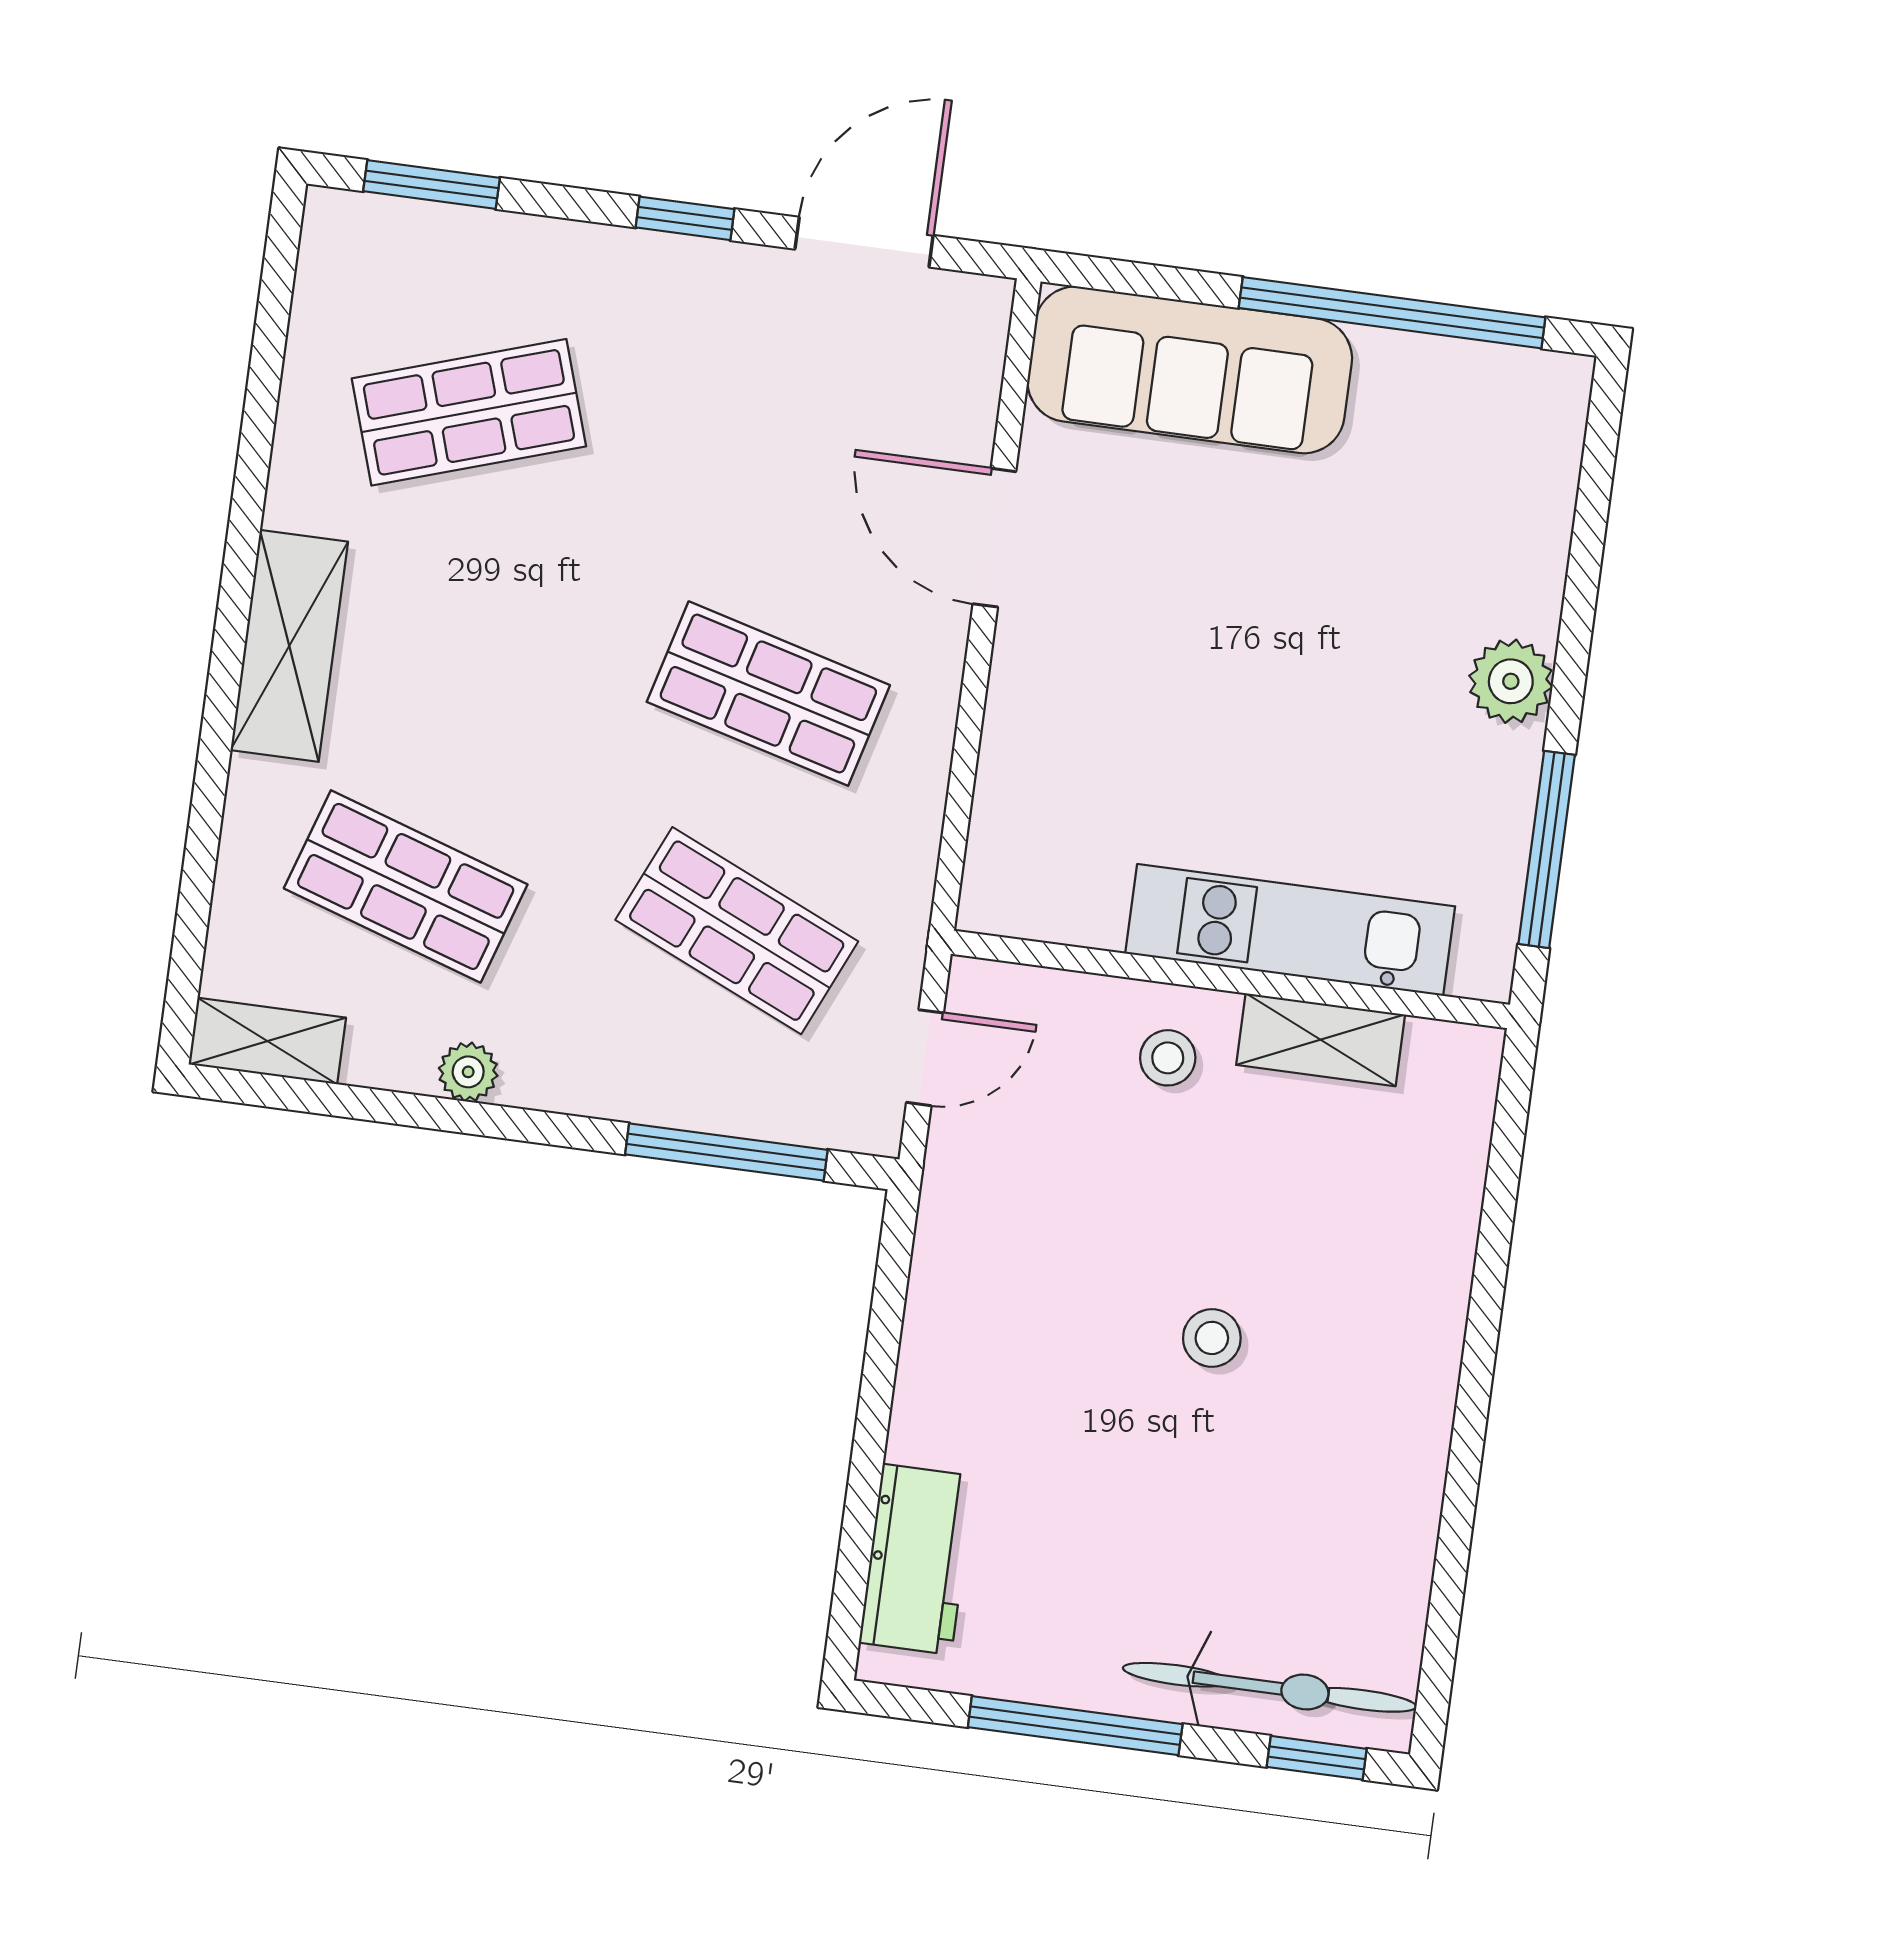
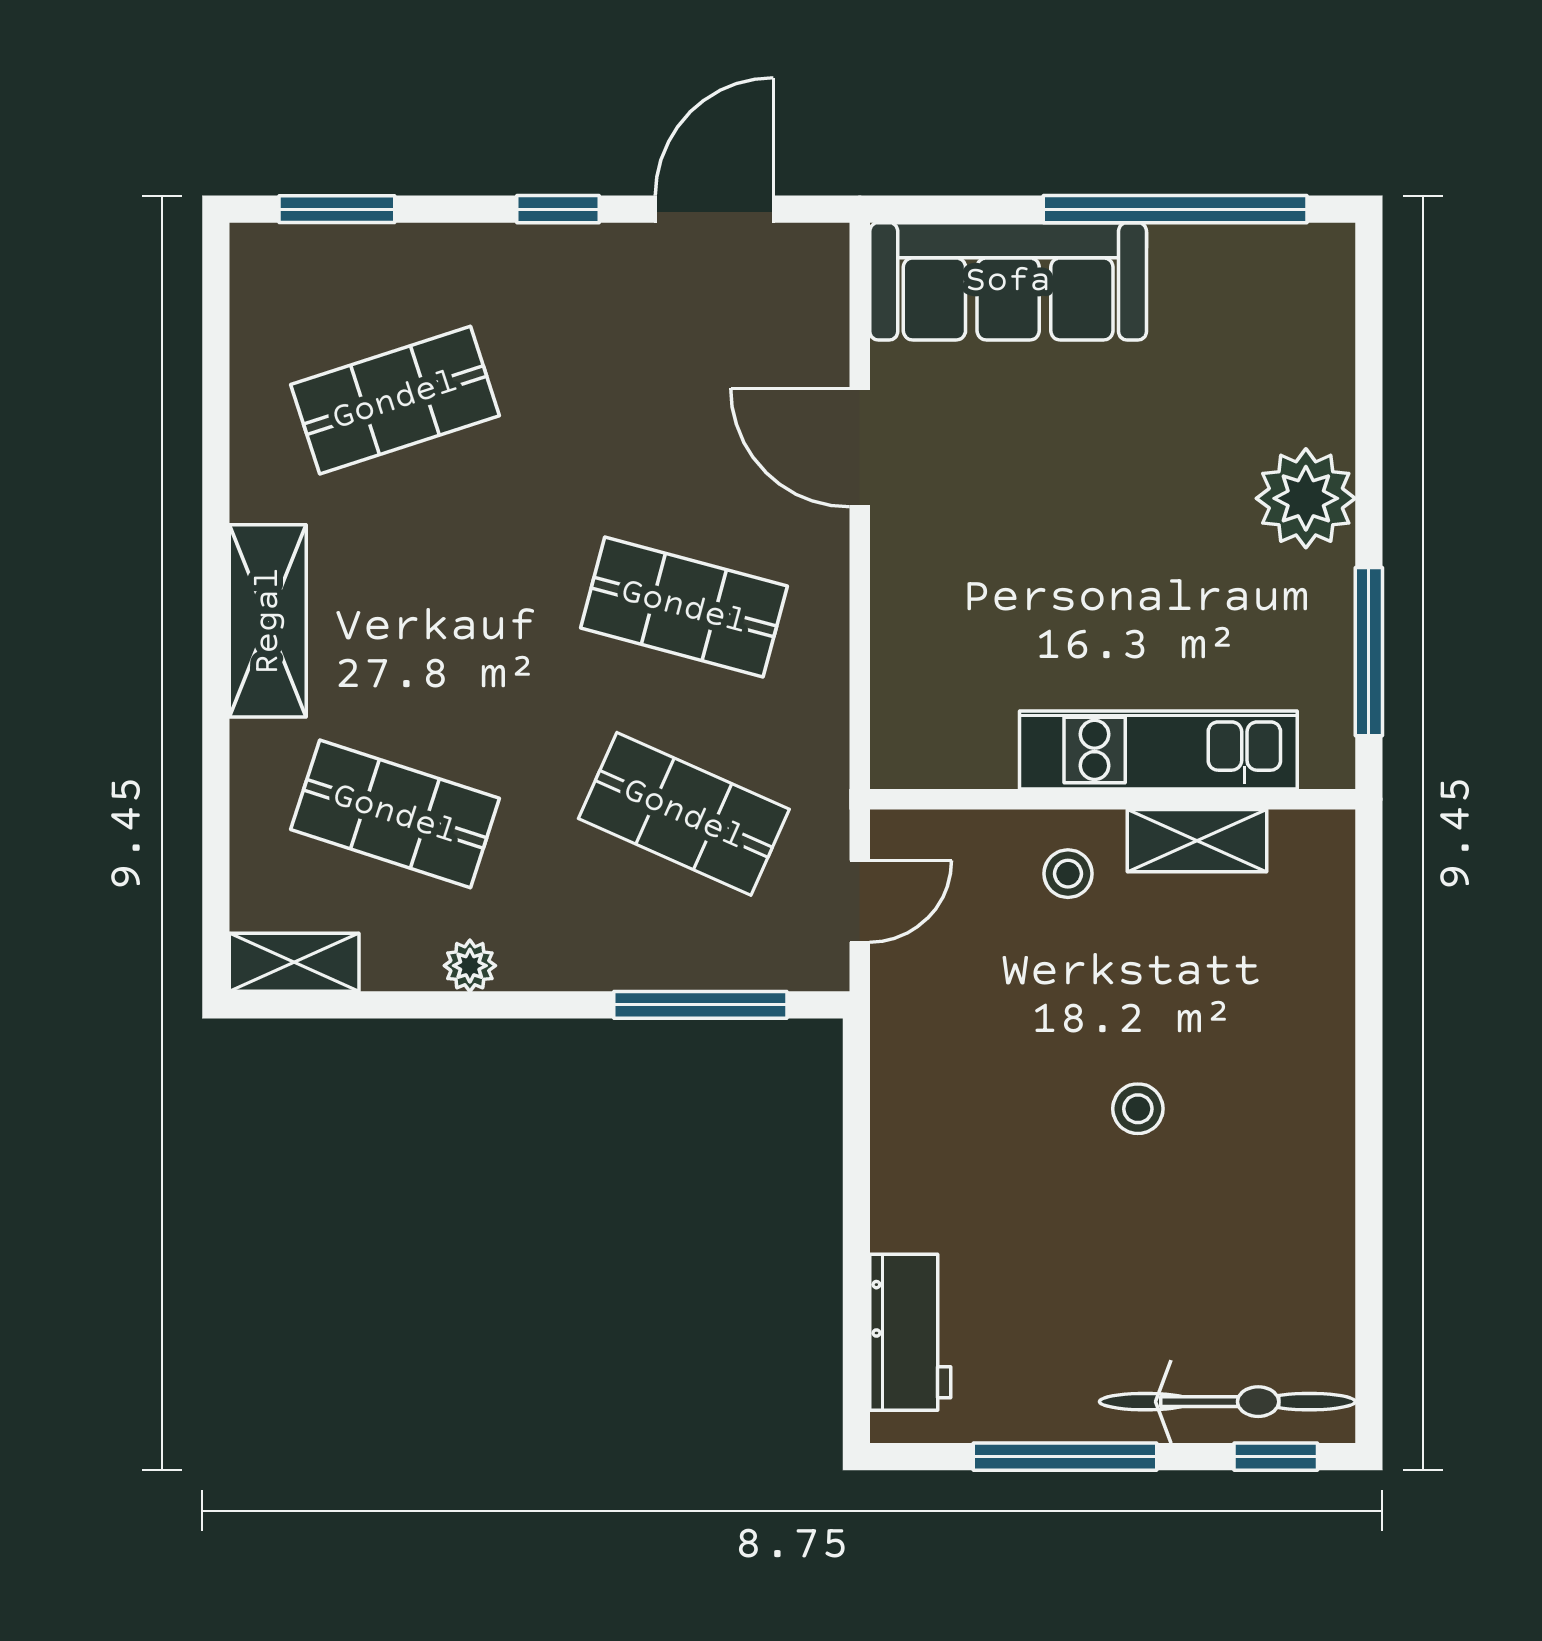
plant: (1511, 681) -> (1306, 498), width x1.36, depth x1.36

